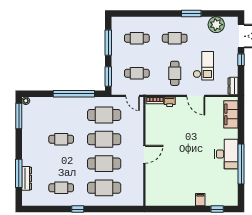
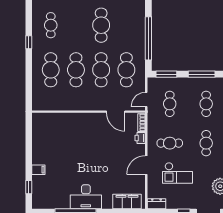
cafe table: (61, 139) -> (101, 25), width x1.37, depth x1.35
door: (144, 154) -> (116, 112), moved

